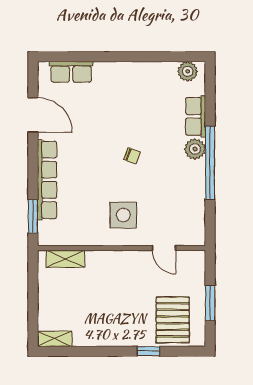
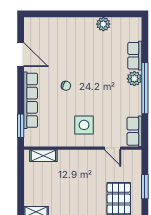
plant: (188, 71) -> (103, 24), moved
row of seats: (71, 72) -> (134, 131), moved, turned 90
chair: (132, 156) -> (66, 86), moved

